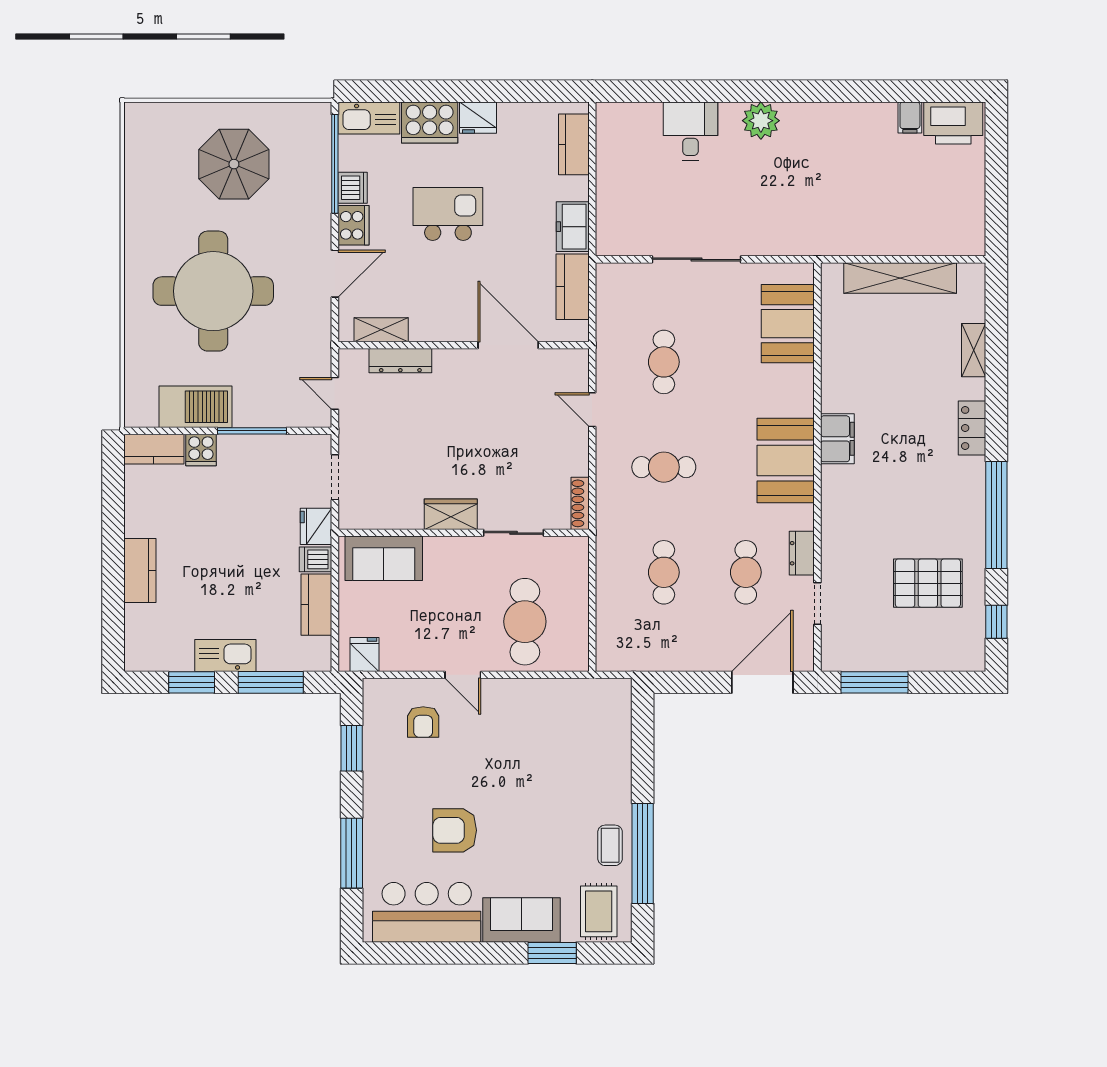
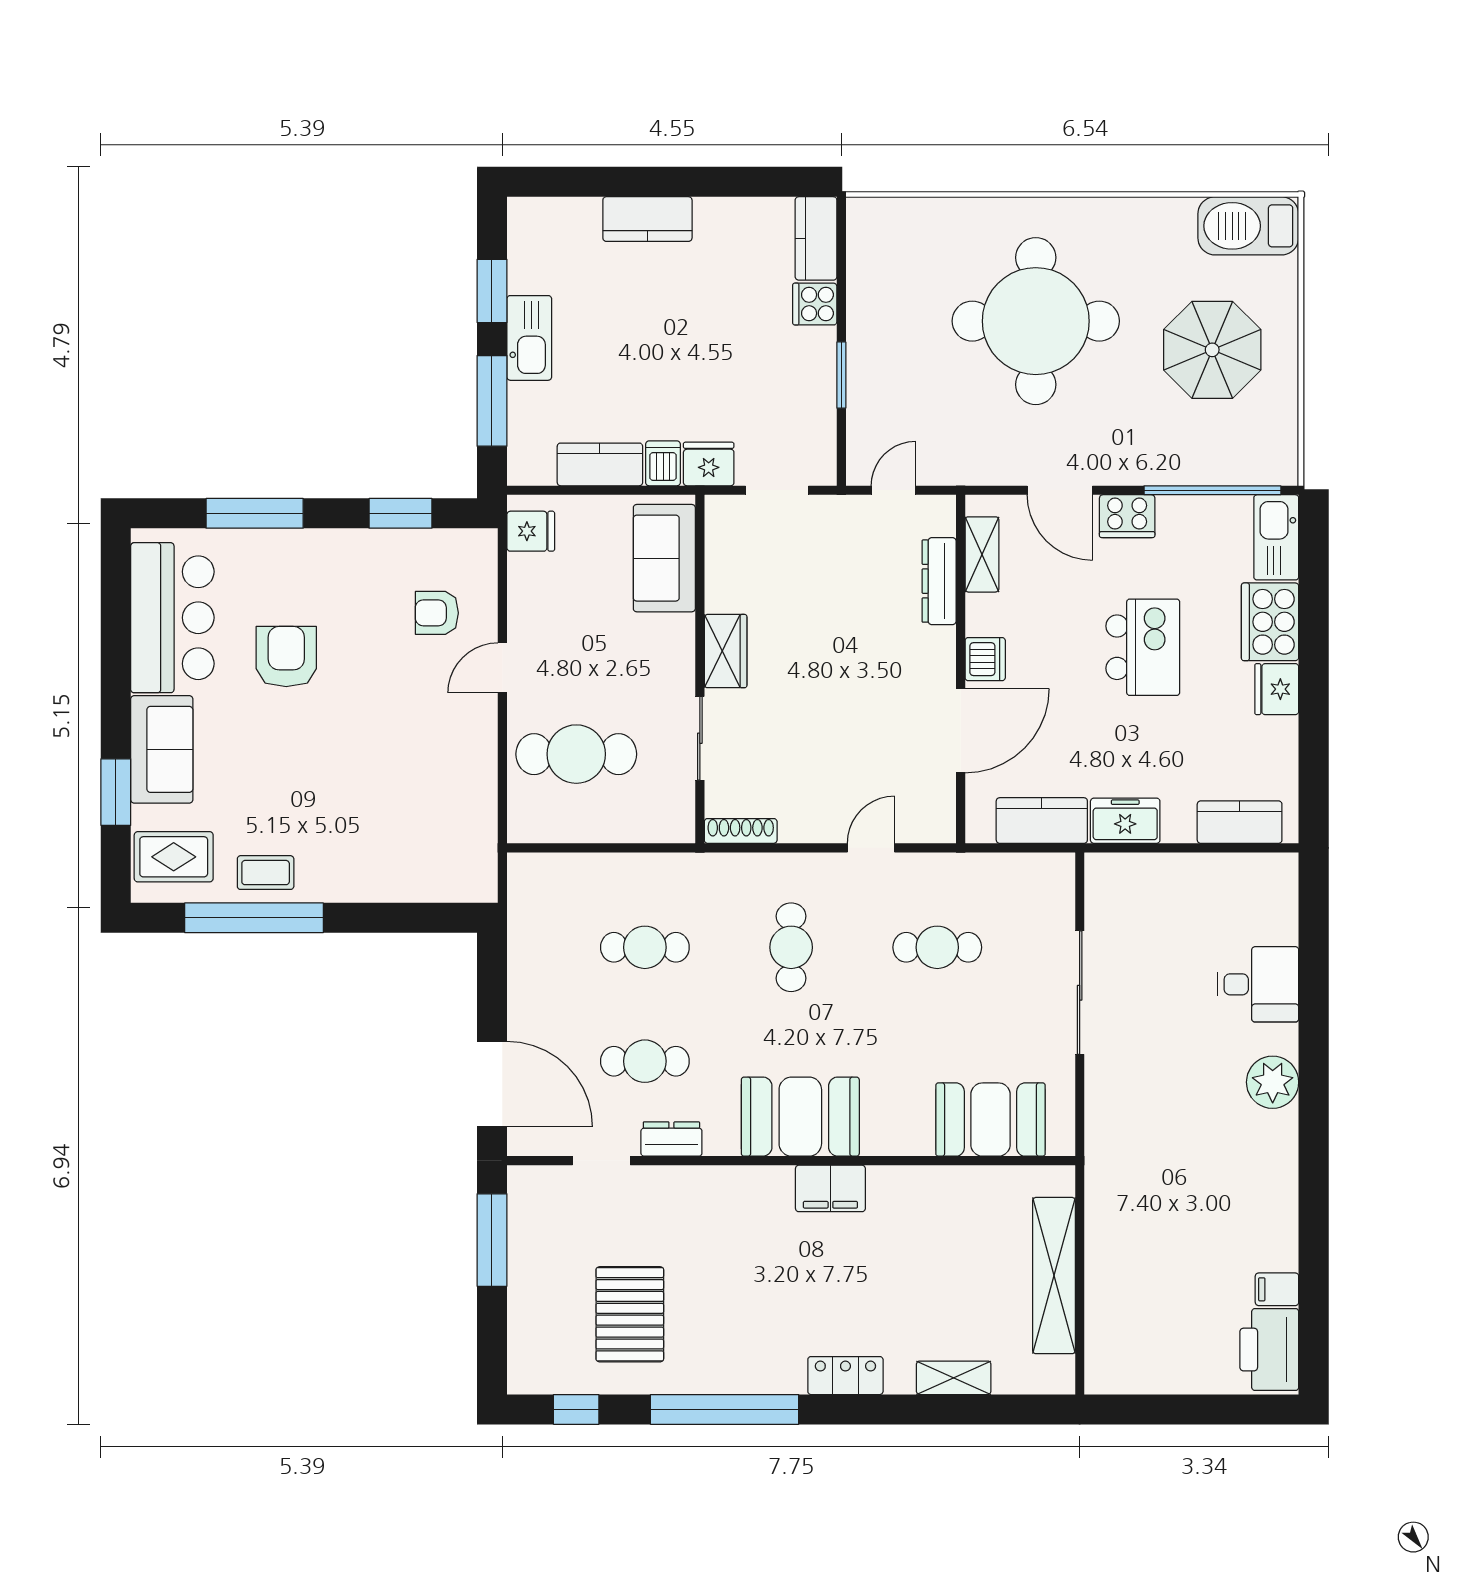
dishwasher: (353, 188) -> (985, 659), moved, turned -90
barbecue: (196, 407) -> (1248, 226), moved, turned 90
window: (252, 431) -> (841, 375), width x0.69

